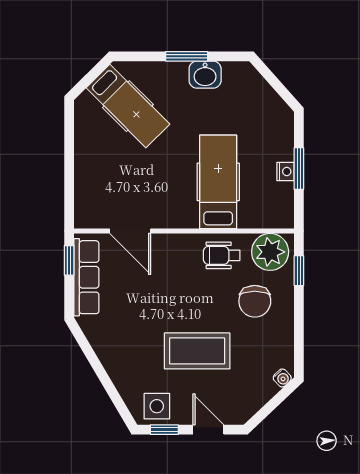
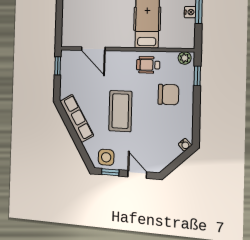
plant: (270, 252) -> (185, 58), width x0.53, depth x0.53
row of seats: (86, 277) -> (77, 118), moved, turned -31
chair: (255, 301) -> (168, 95), turned -90
coffee table: (197, 351) -> (120, 111), moved, turned 90

